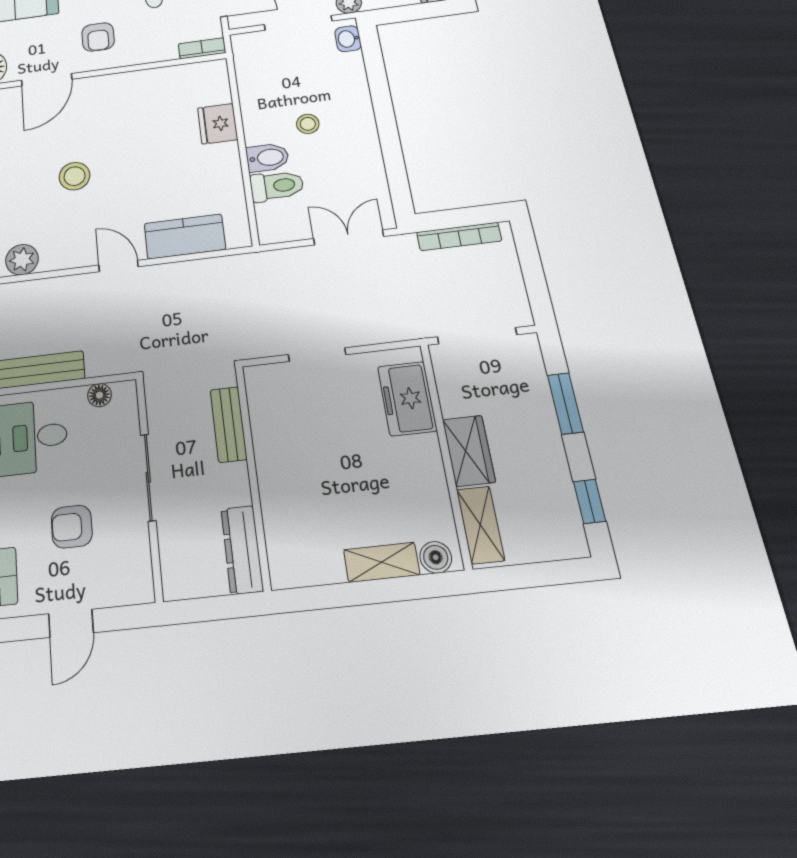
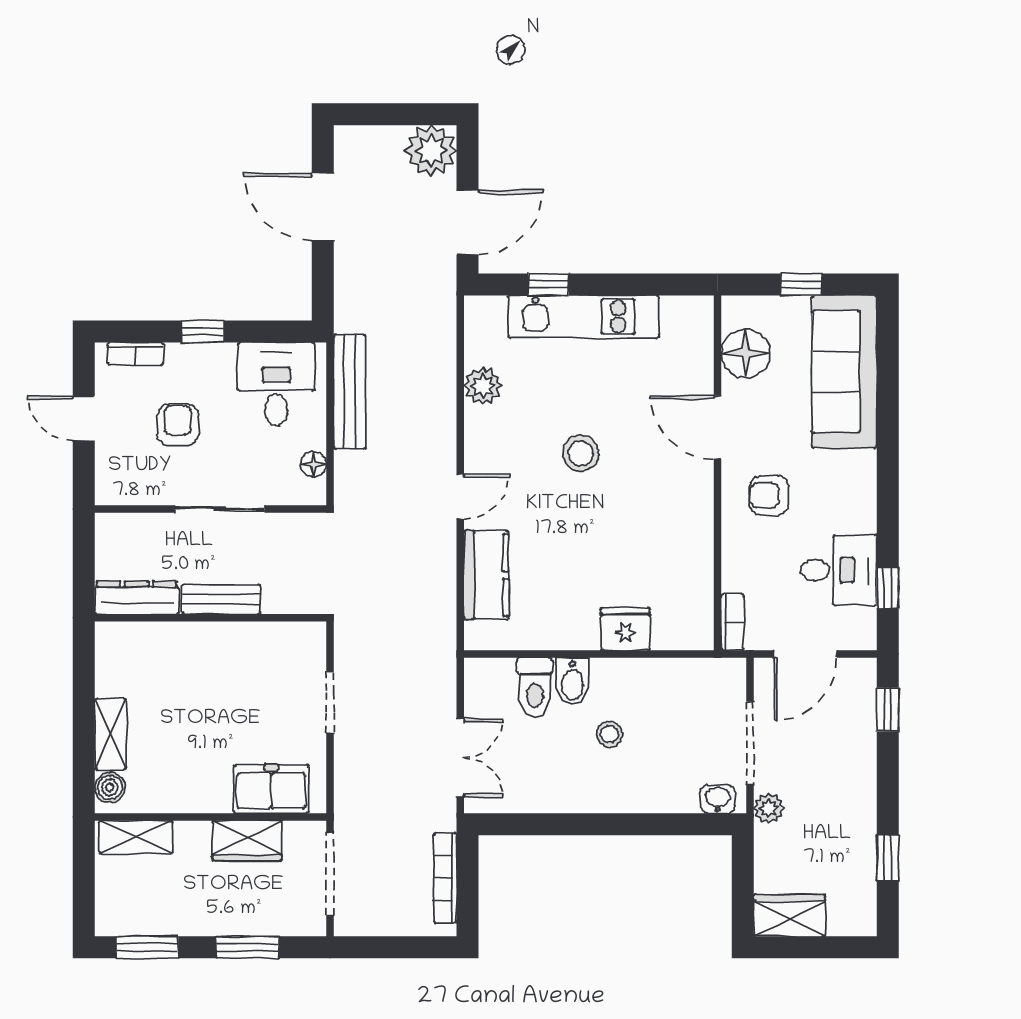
bench: (228, 424) -> (221, 599), moved
wardrobe: (469, 451) -> (247, 841), moved
window: (589, 501) -> (147, 947), width x1.50

